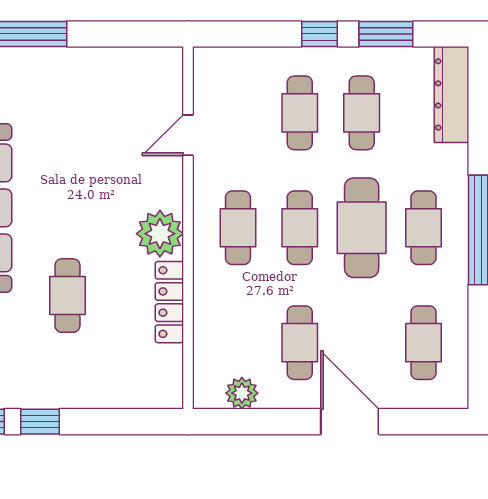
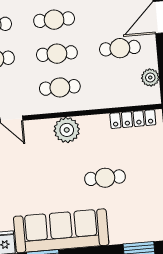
cafe table: (362, 228) -> (54, 20), width x0.73, depth x0.74
locker: (169, 302) -> (133, 119), moved

